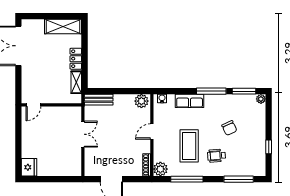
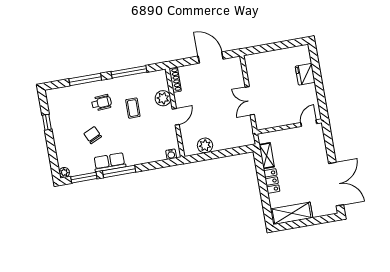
bench: (99, 100) -> (239, 141), removed
plant: (141, 101) -> (205, 145), moved
row of seats: (190, 101) -> (110, 162), moved
coffee table: (189, 146) -> (133, 108), width x0.54, depth x0.58
fridge: (29, 167) -> (305, 74), moved
plant: (160, 169) -> (163, 98), moved
window: (239, 179) -> (85, 79), moved

